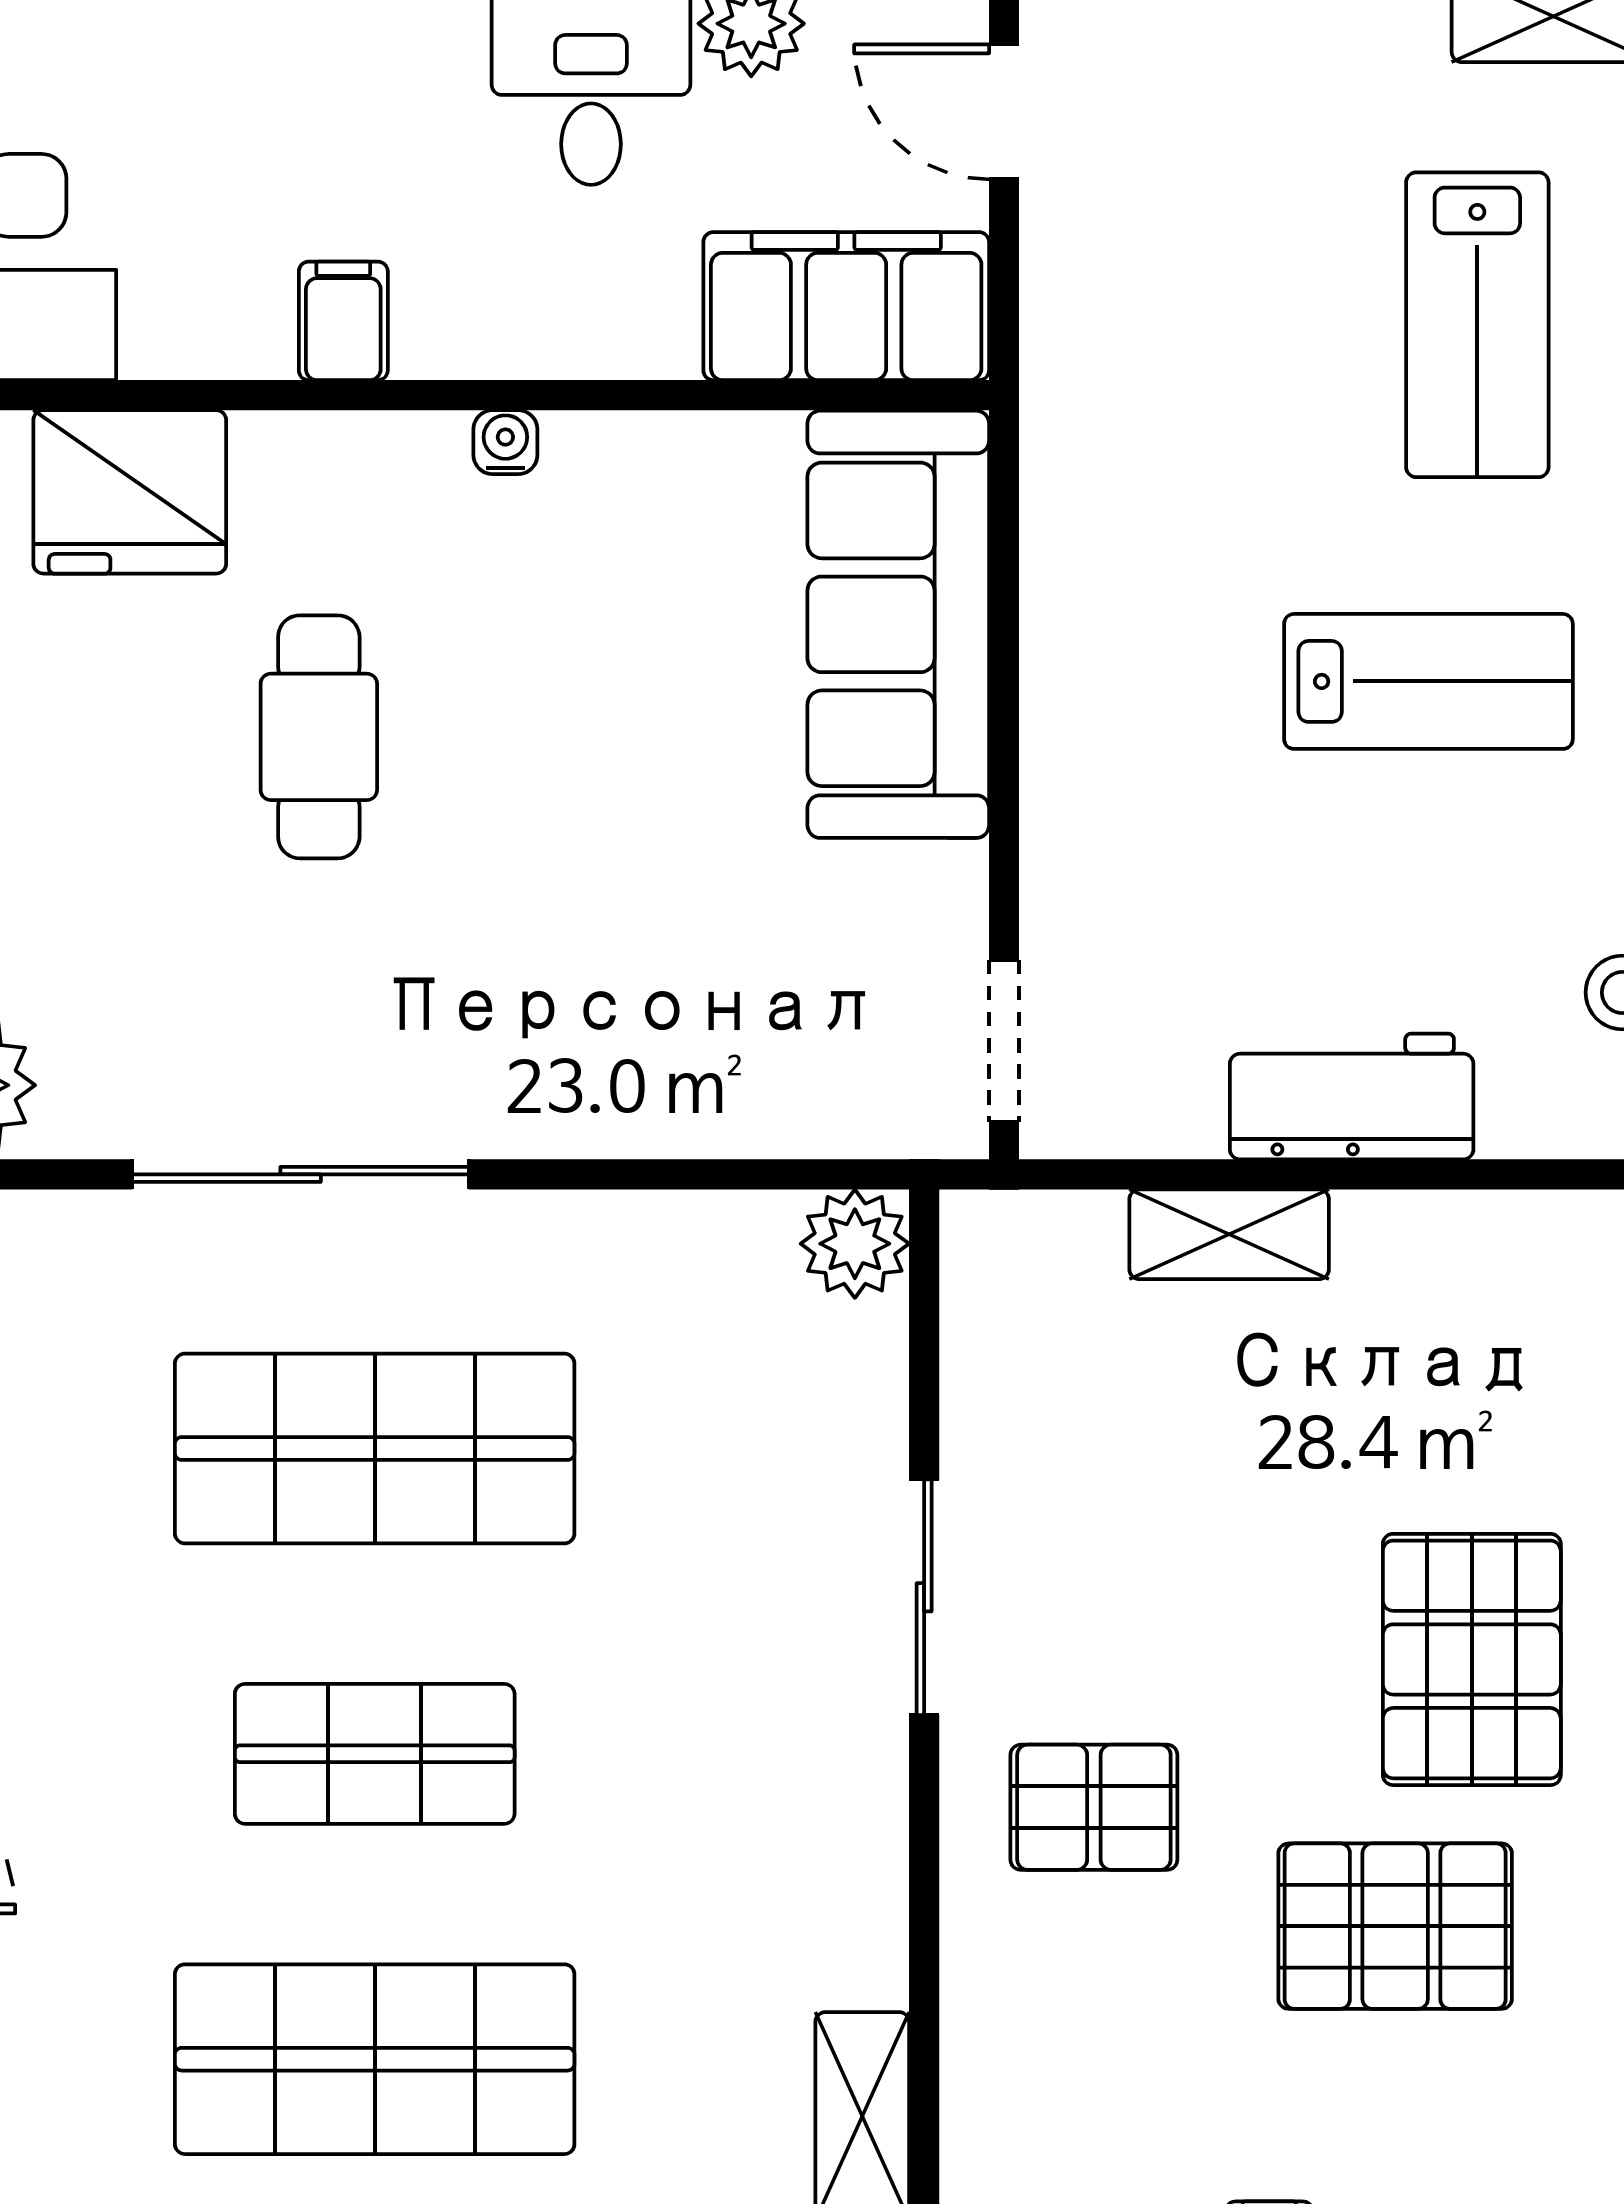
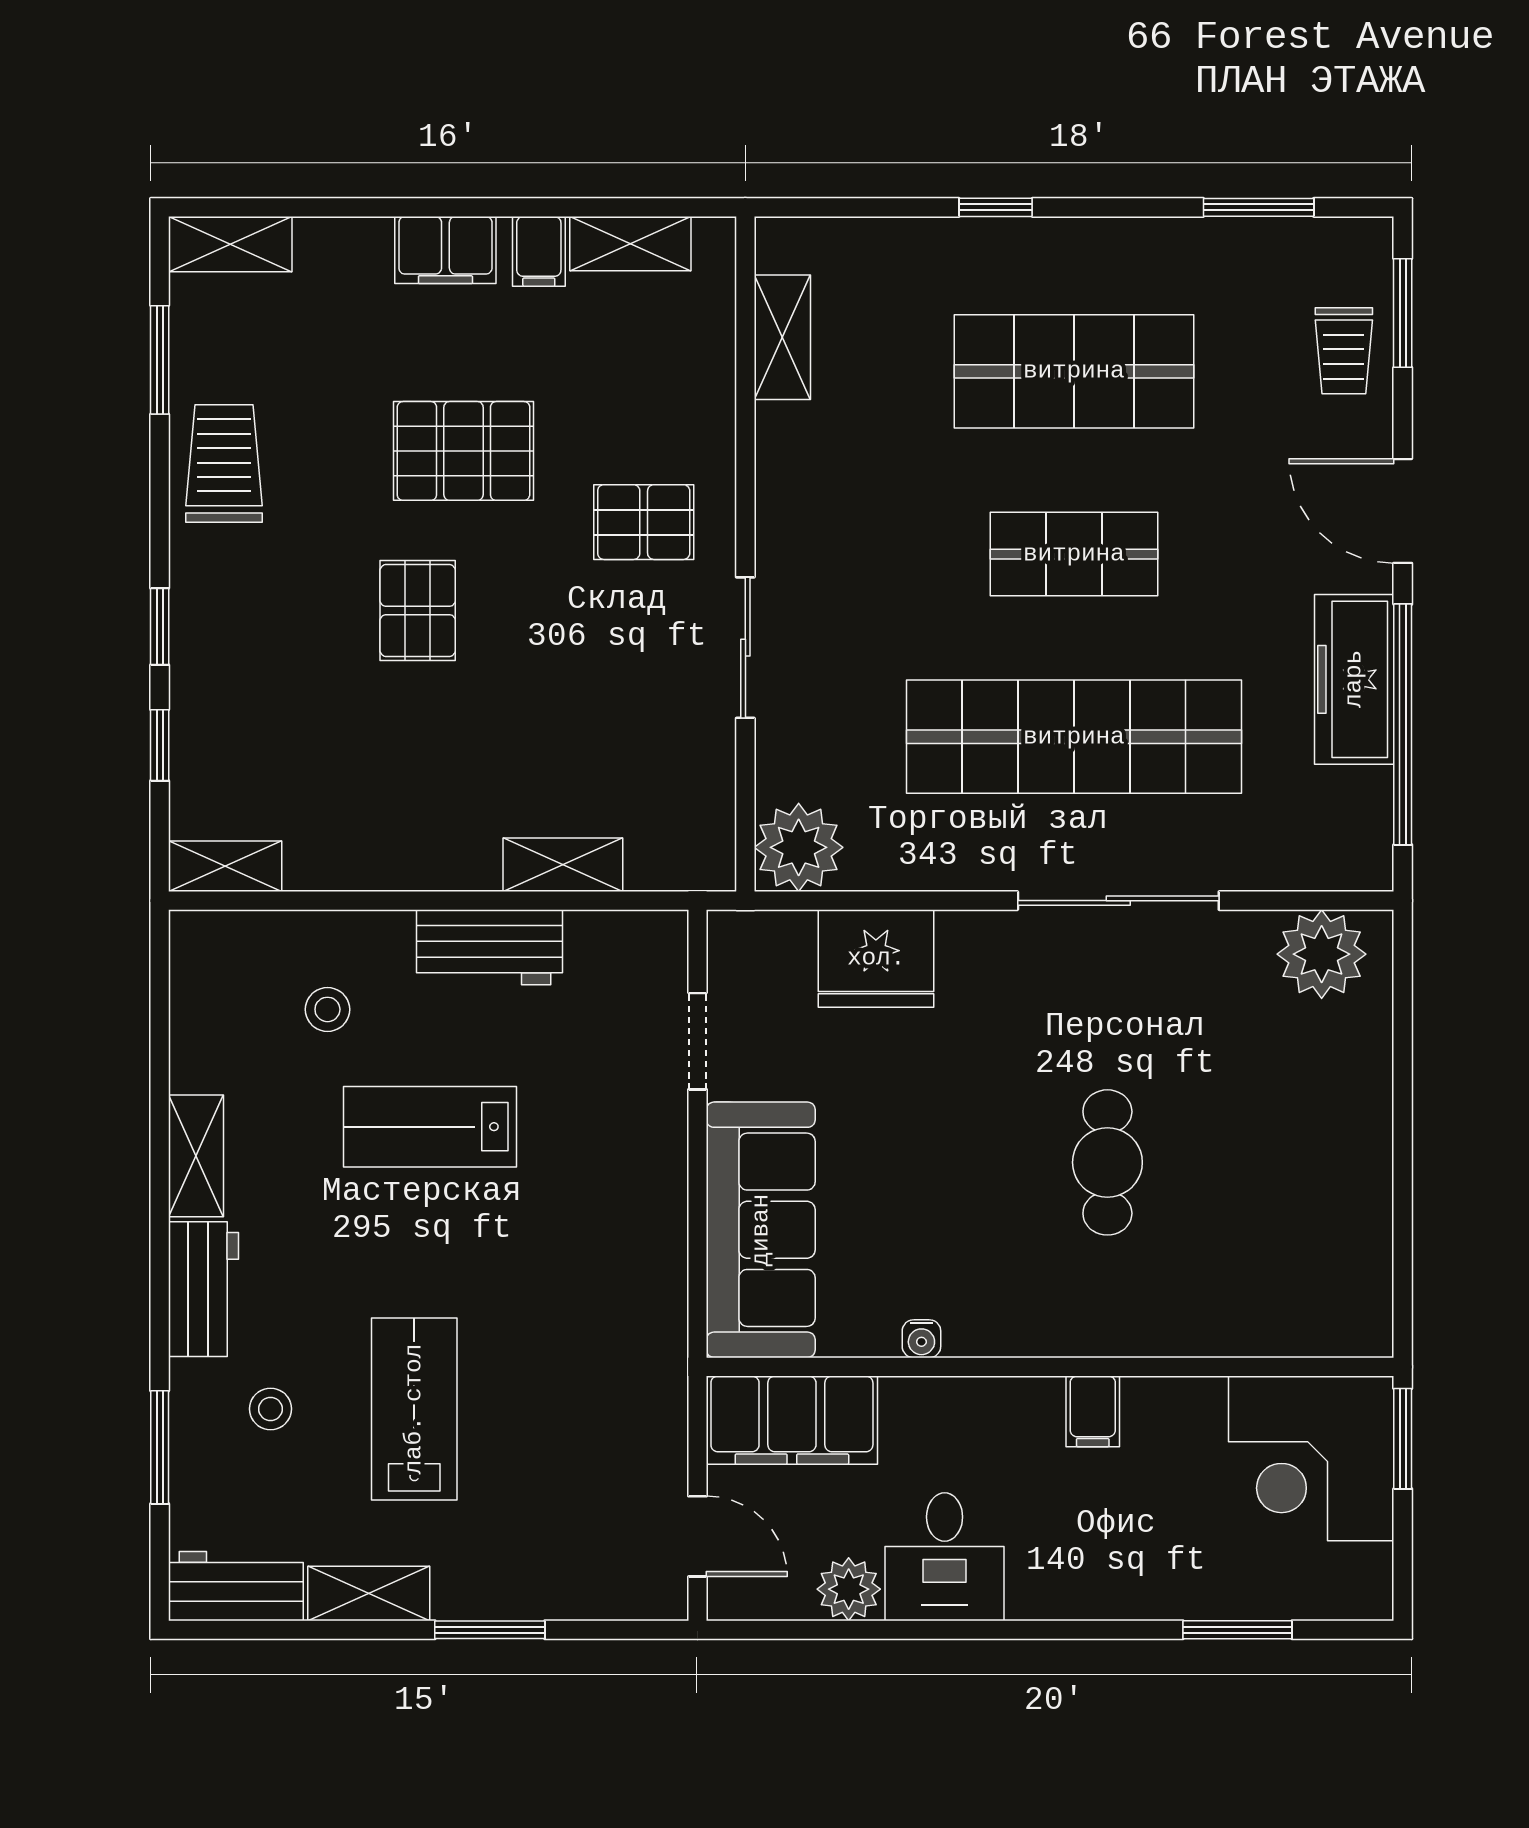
water cooler: (505, 442) -> (921, 1339), moved
fridge: (130, 492) -> (876, 958), moved, turned 180
lab bench: (1428, 681) -> (430, 1127), moved
doorway: (1004, 1041) -> (697, 1041), moved
plant: (855, 1244) -> (799, 847), width x1.36, depth x1.36
shop shelf: (375, 1448) -> (1074, 737), width x1.40
pallet: (1472, 1659) -> (418, 611), width x0.67, depth x0.71

